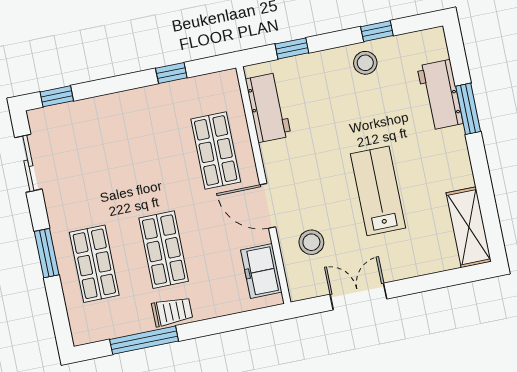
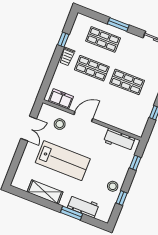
shop shelf: (216, 151) -> (127, 82), moved
lab bench: (378, 191) -> (63, 161), width x1.36, depth x1.39
shelving: (469, 227) -> (45, 192), moved
window: (144, 340) -> (63, 40), width x0.46

